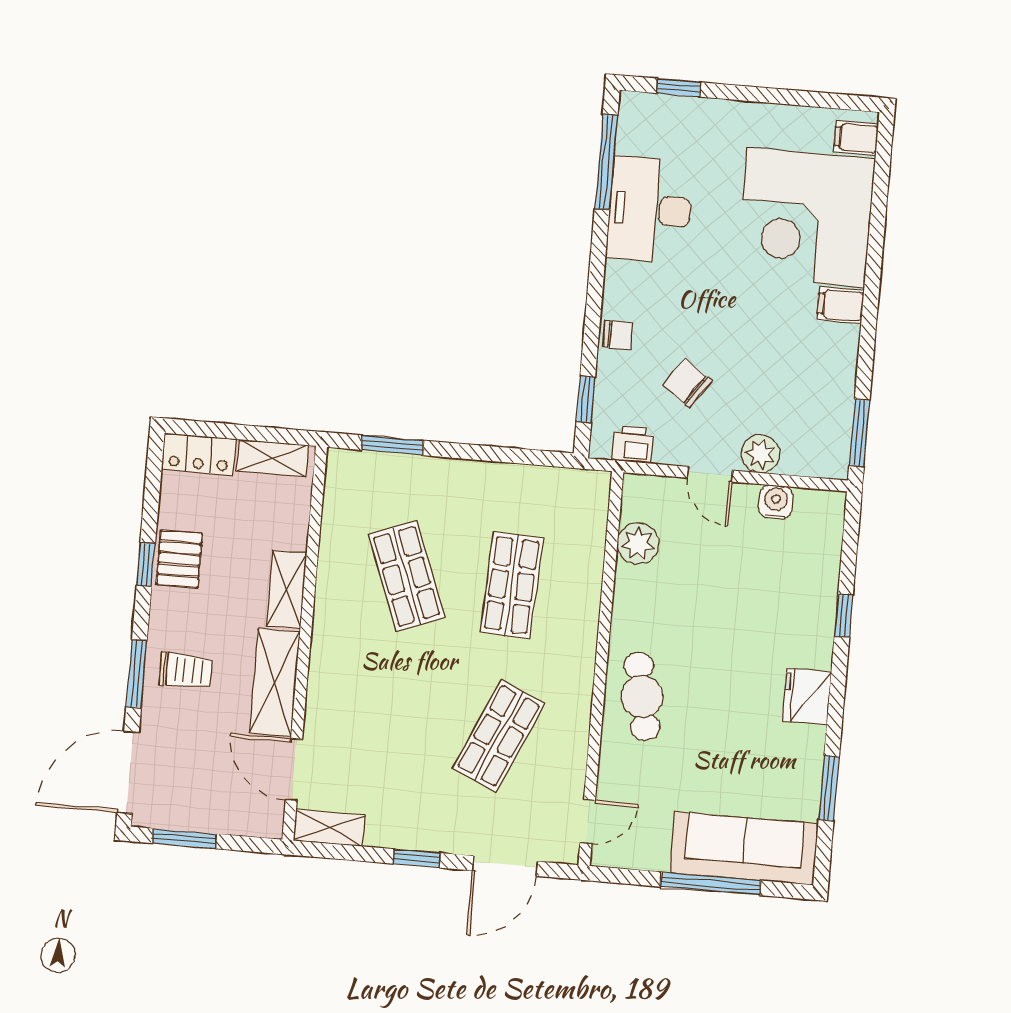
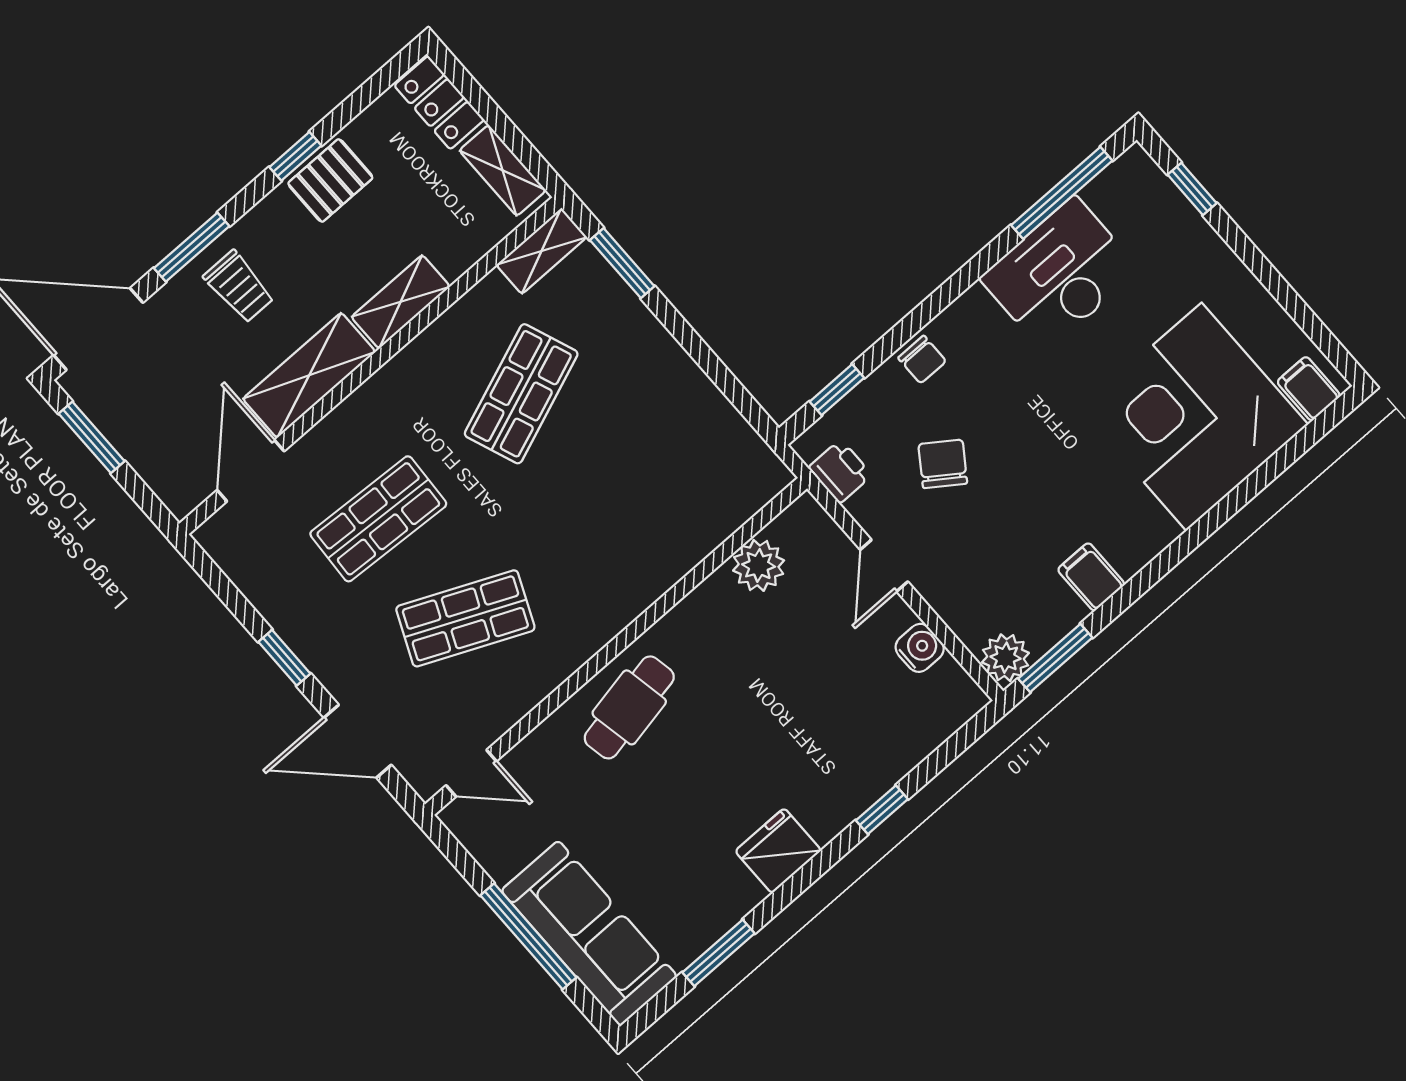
filing cabinet: (840, 305) -> (1091, 577), moved
plant: (760, 454) -> (1006, 658), moved
shop shelf: (512, 585) -> (378, 519), moved
shelving: (329, 828) -> (542, 251), moved, turned 90

